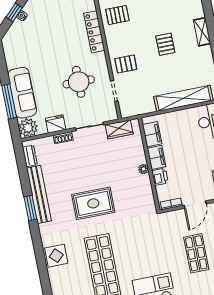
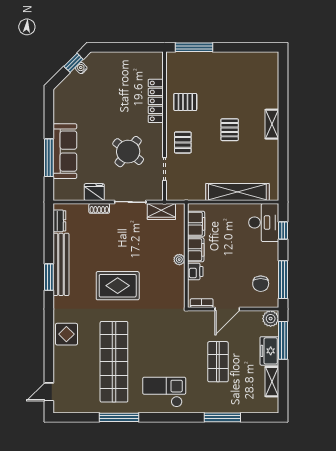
pallet: (117, 15) -> (185, 102), moved
pallet: (126, 64) -> (183, 142), turned 90
round table: (79, 82) -> (128, 152), turned 38
plant: (28, 128) -> (64, 190), removed

